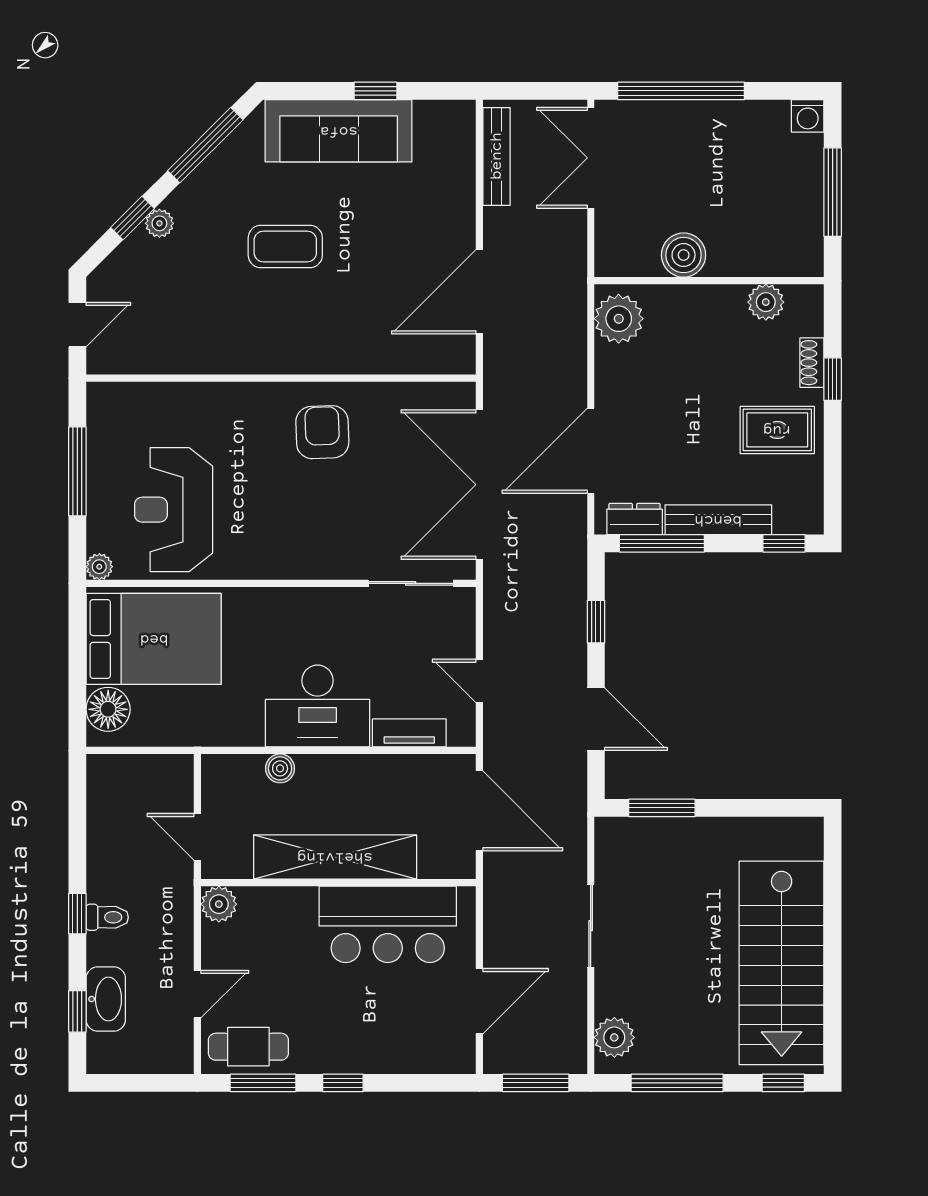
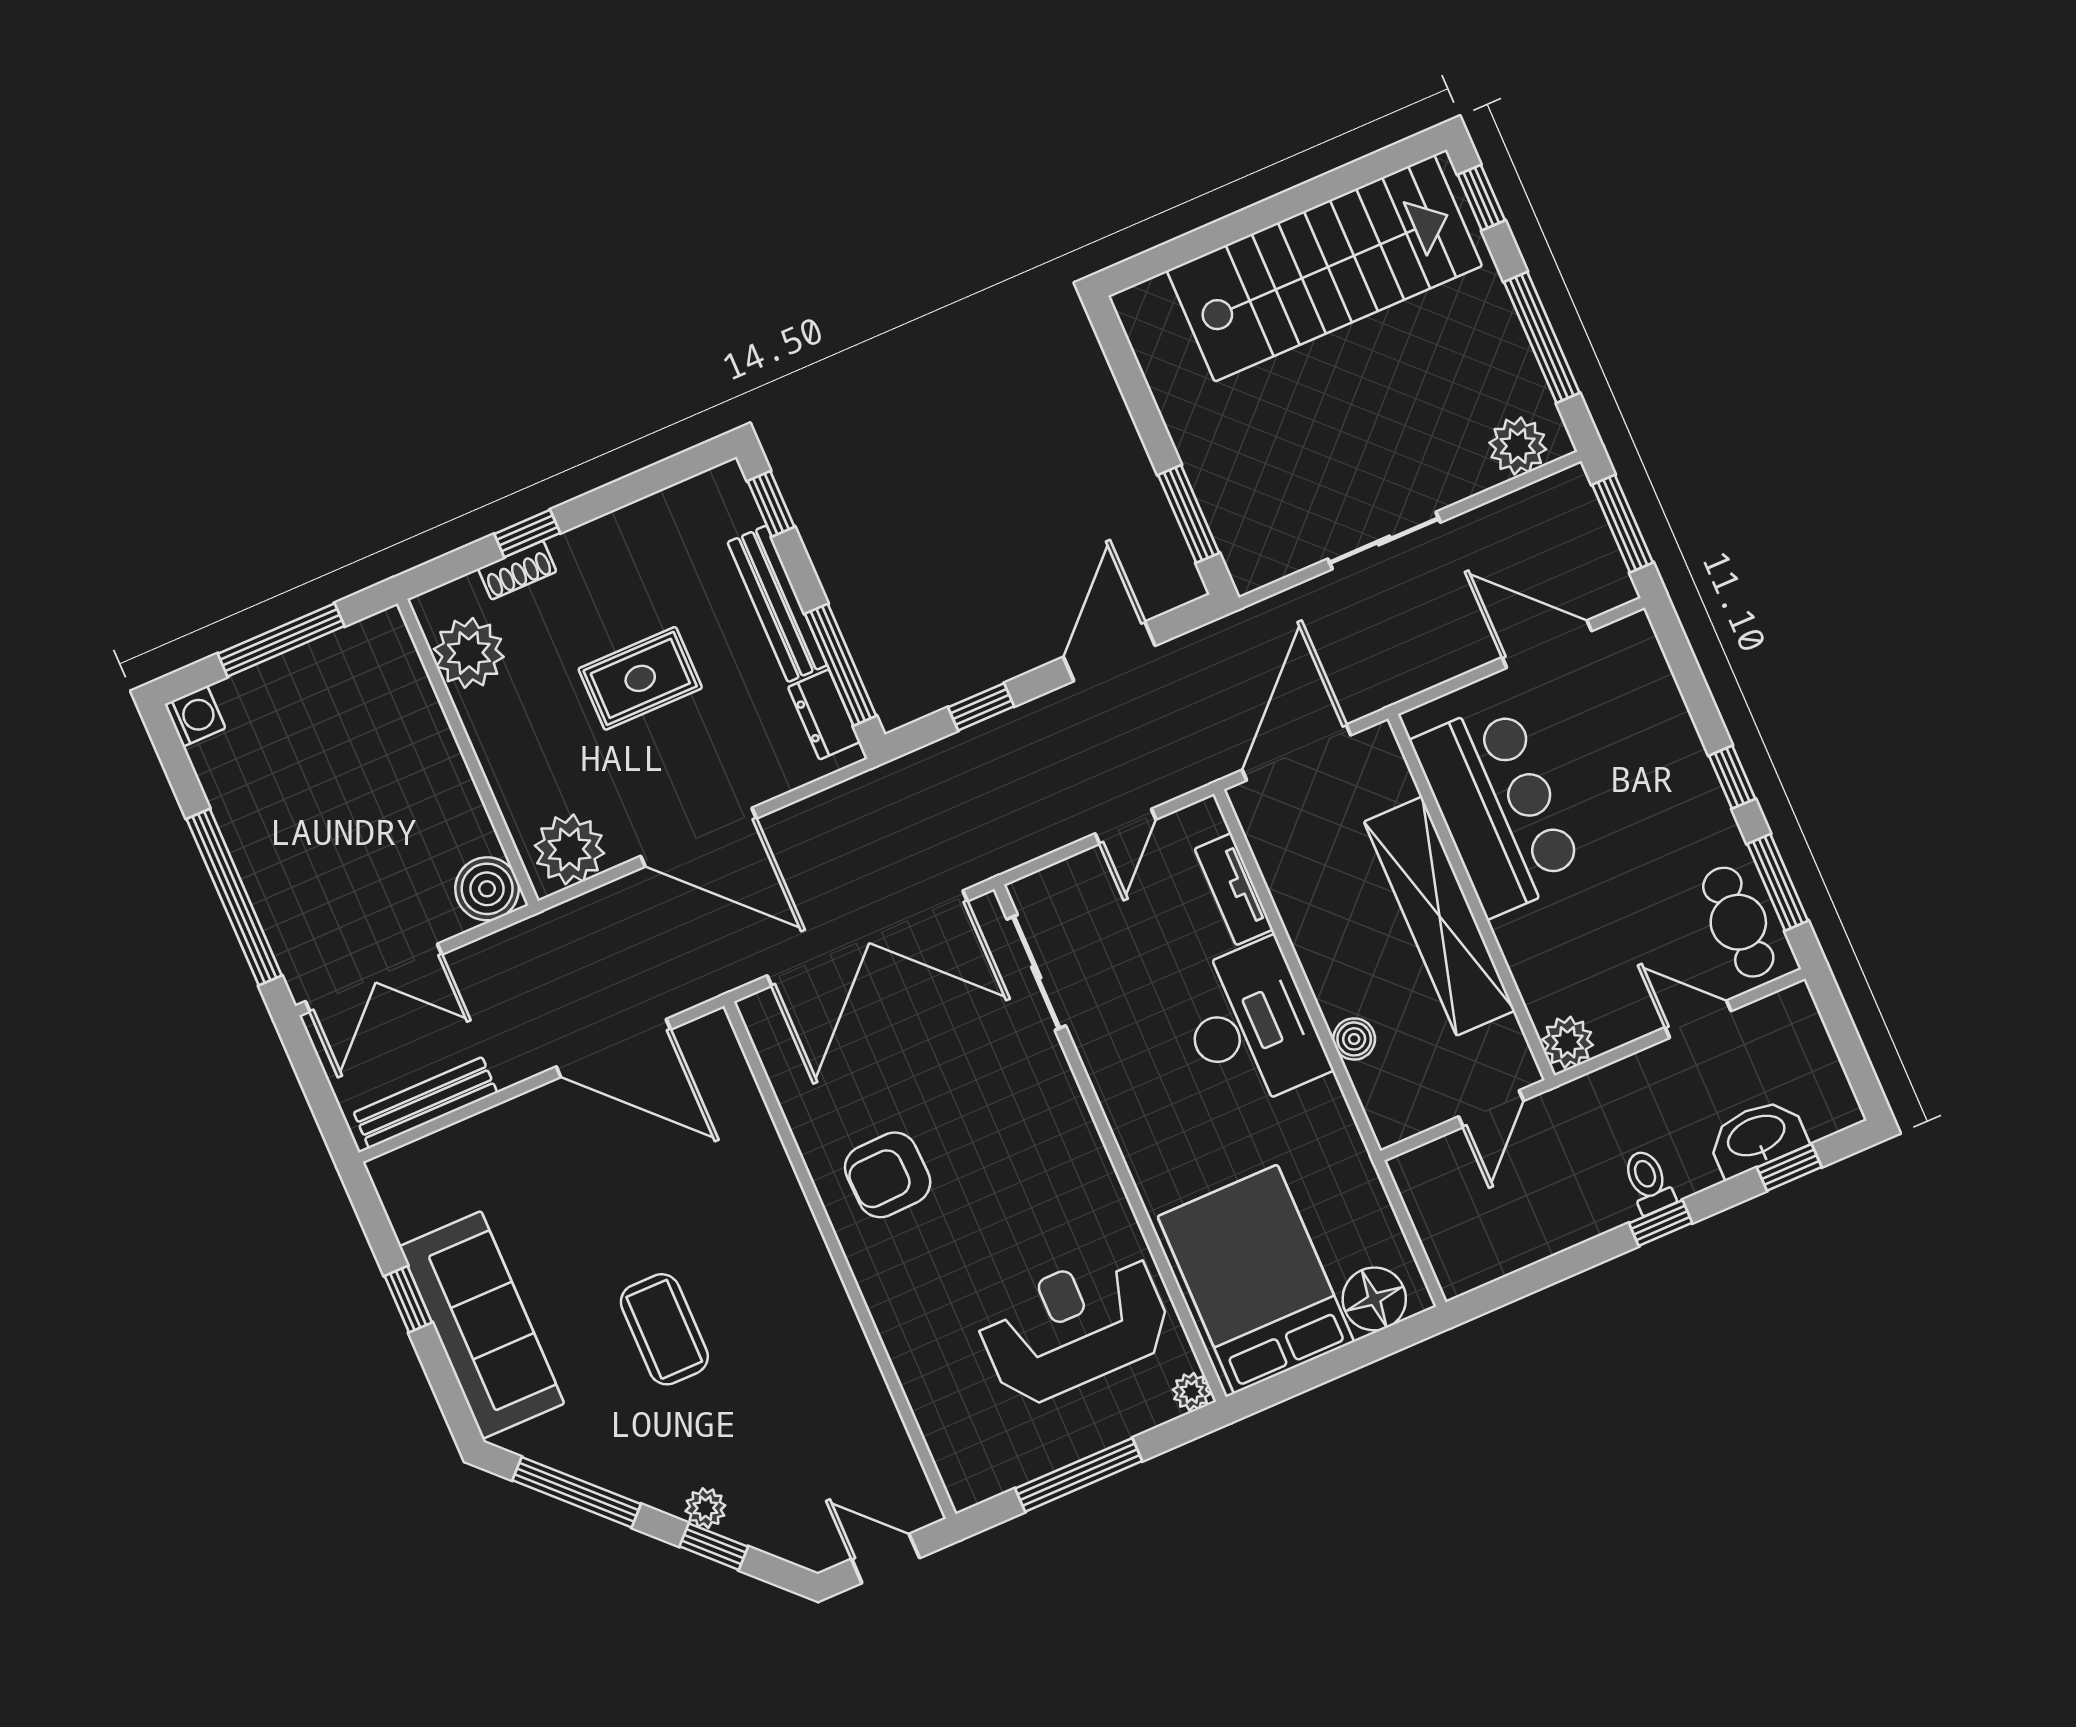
boiler: (684, 255) -> (487, 889), moved
plant: (766, 302) -> (469, 653), width x1.36, depth x1.36
rug: (777, 430) -> (640, 678), moved, turned 90
door: (591, 451) -> (699, 837), moved
reception desk: (174, 510) -> (1074, 1326), turned 180

